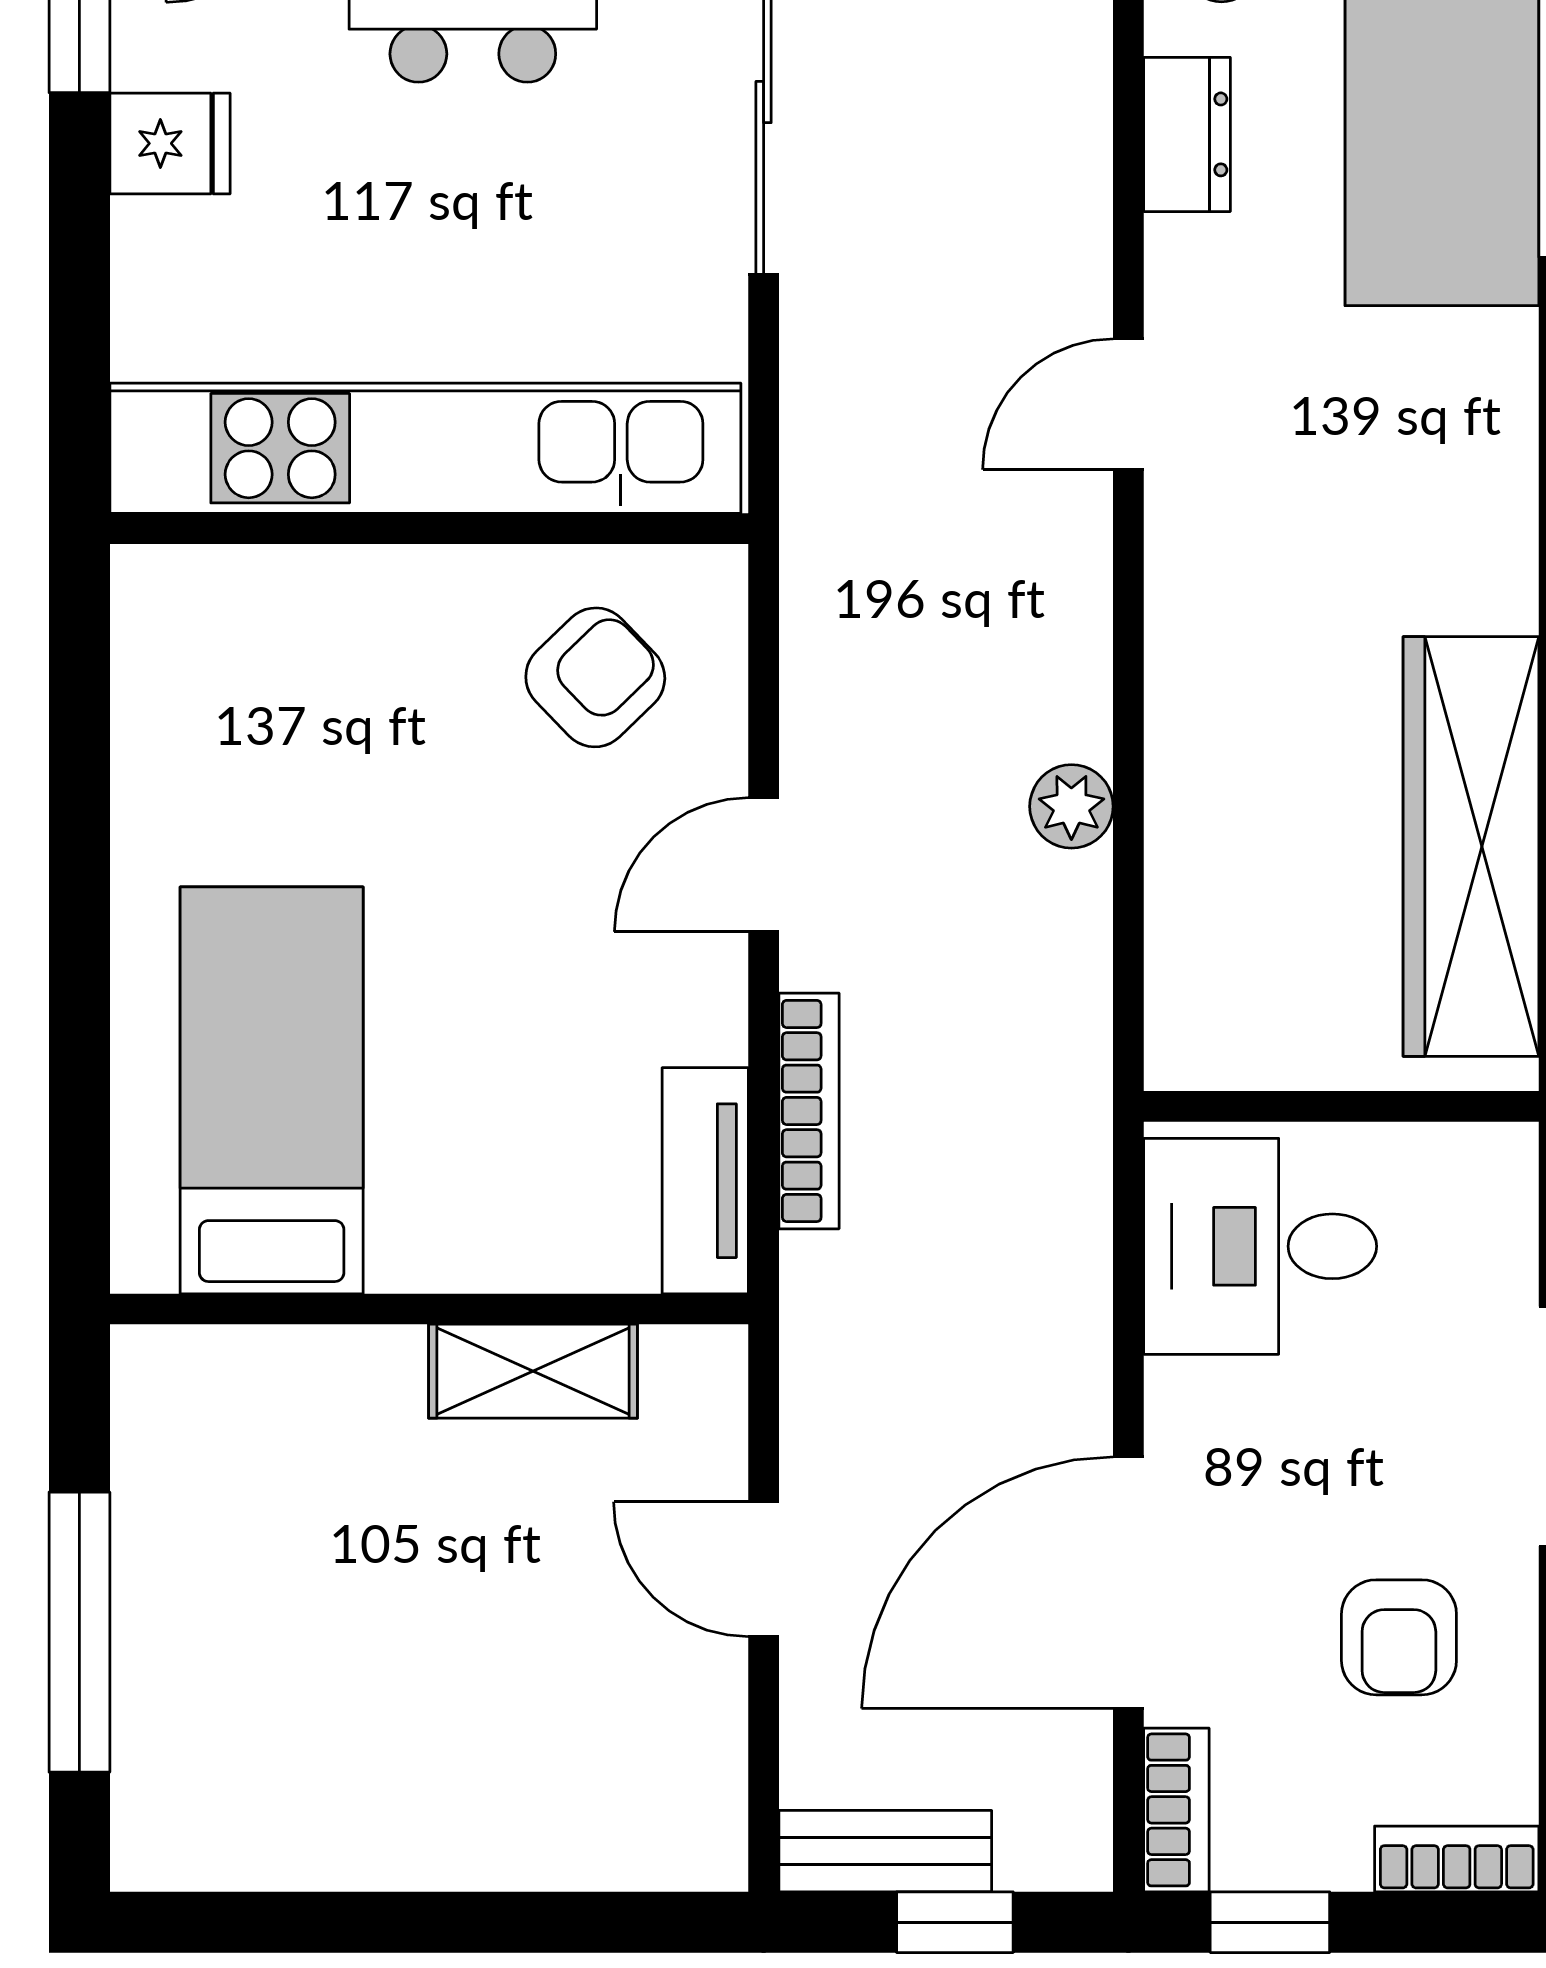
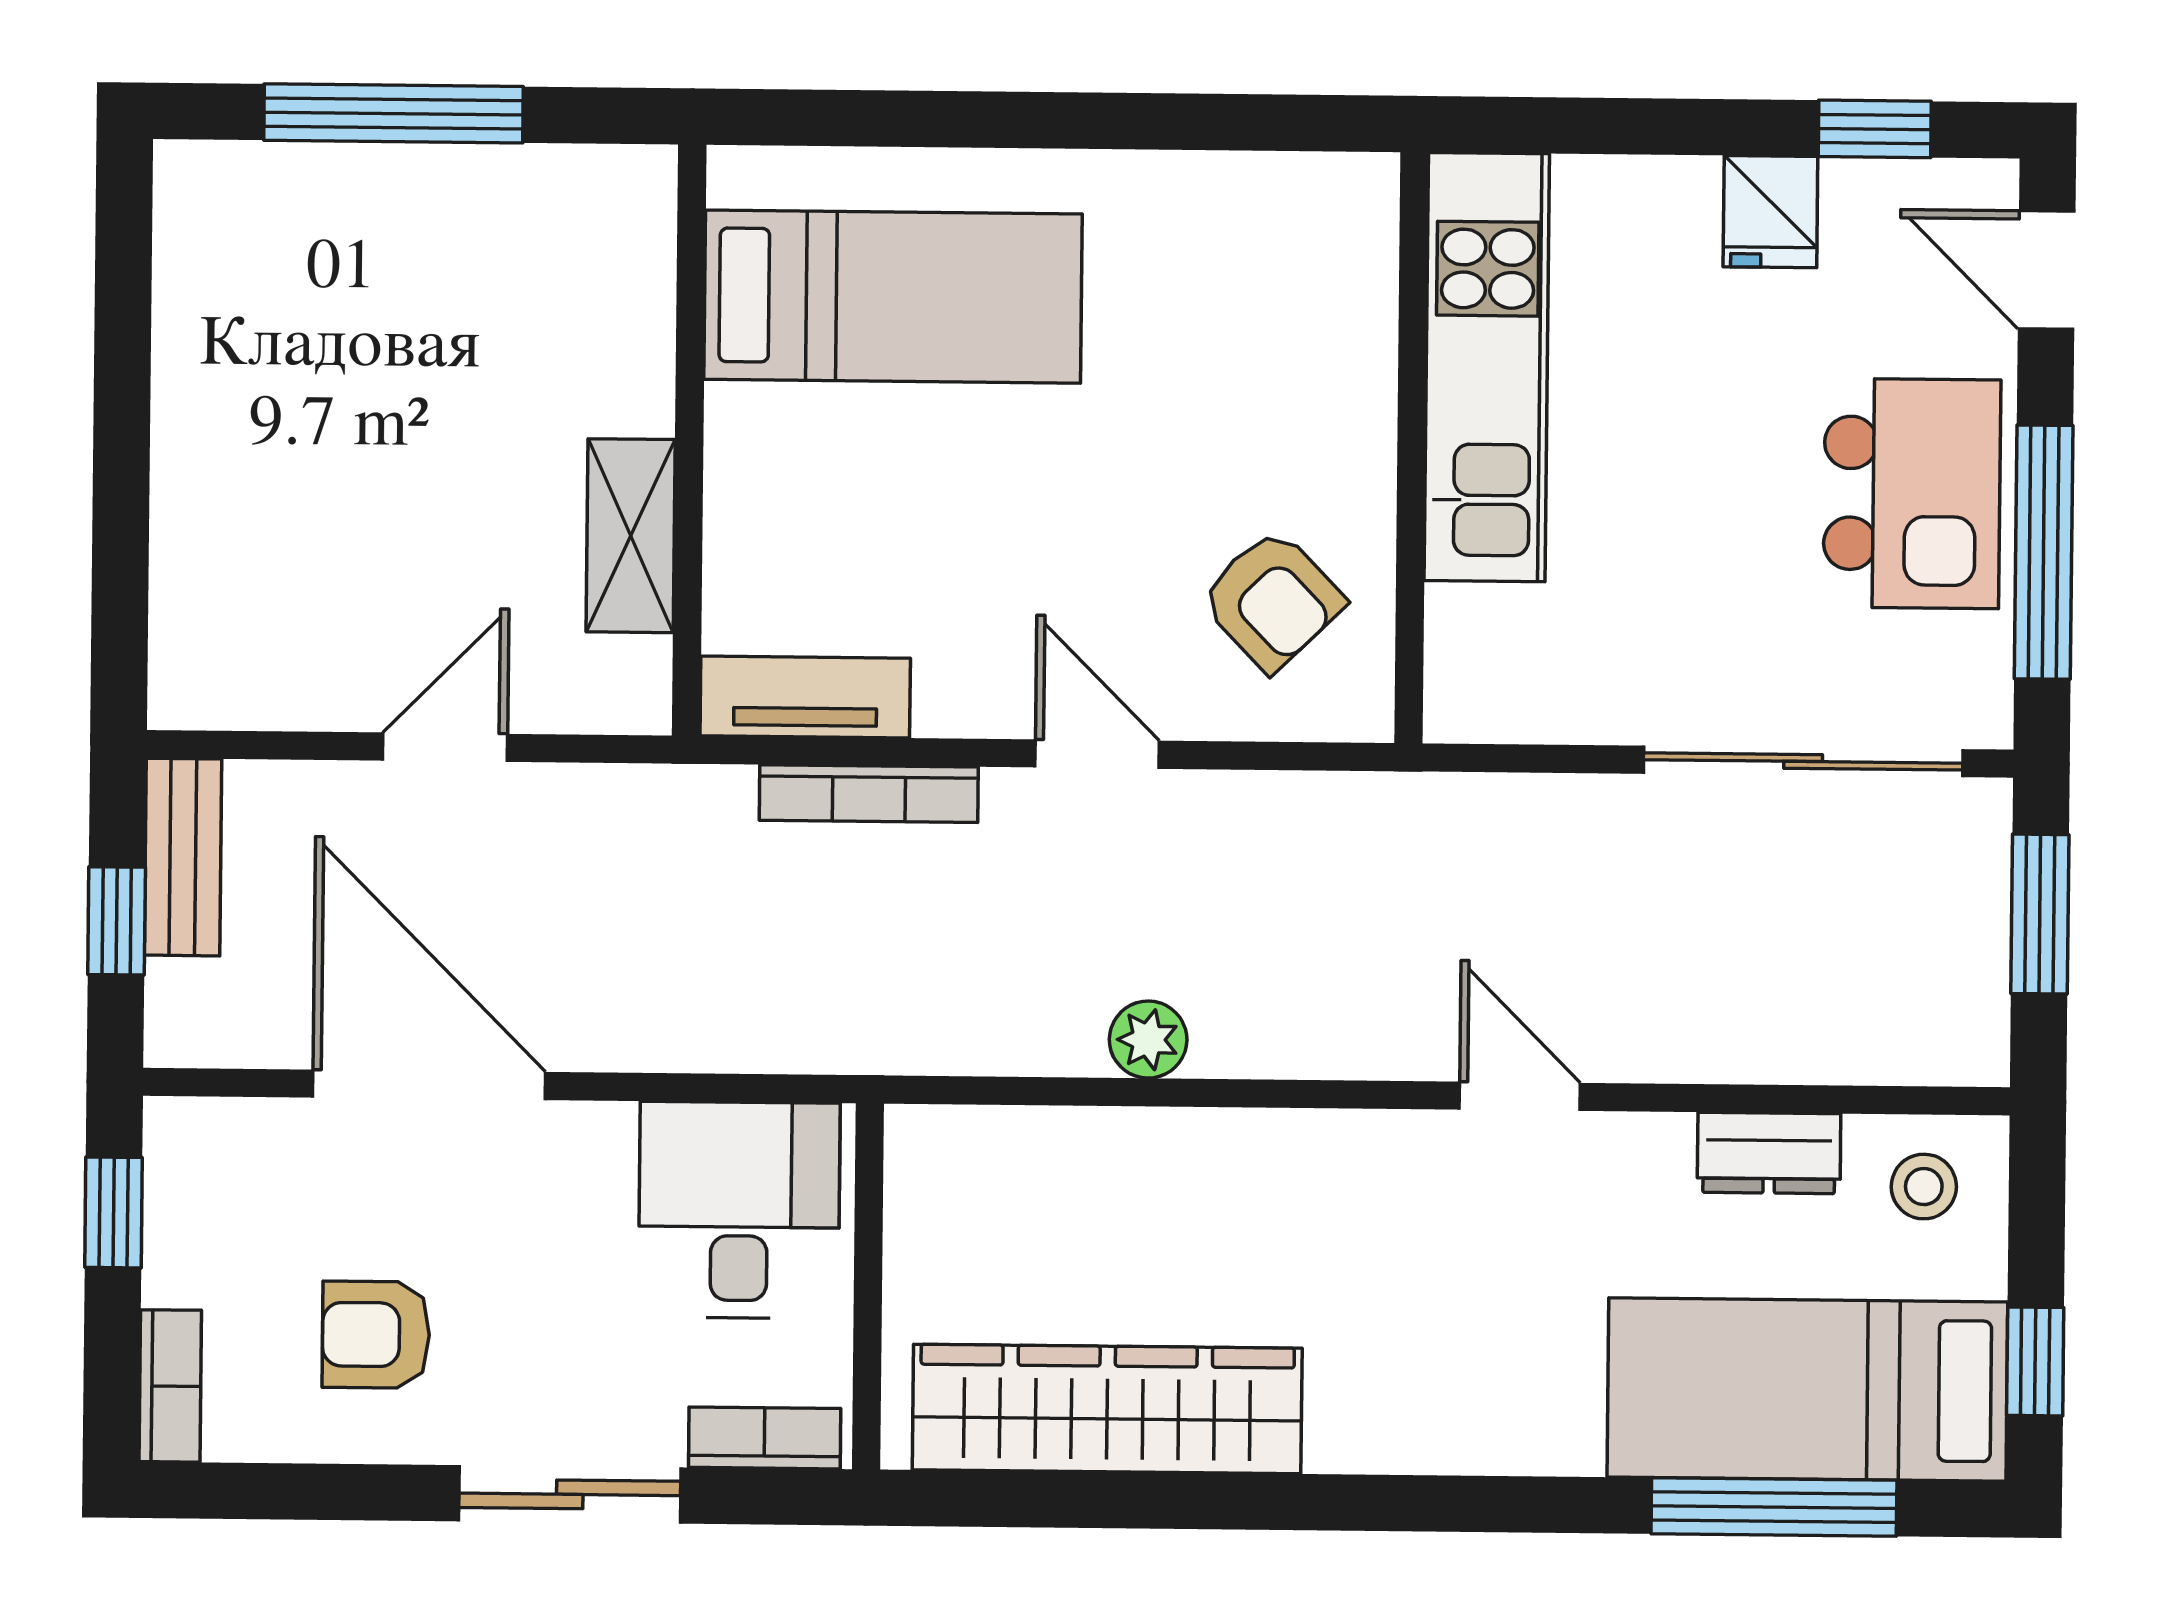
kitchen unit: (425, 448) -> (1487, 367), width x0.73
bookcase: (1176, 1810) -> (765, 1438), moved, turned 180

